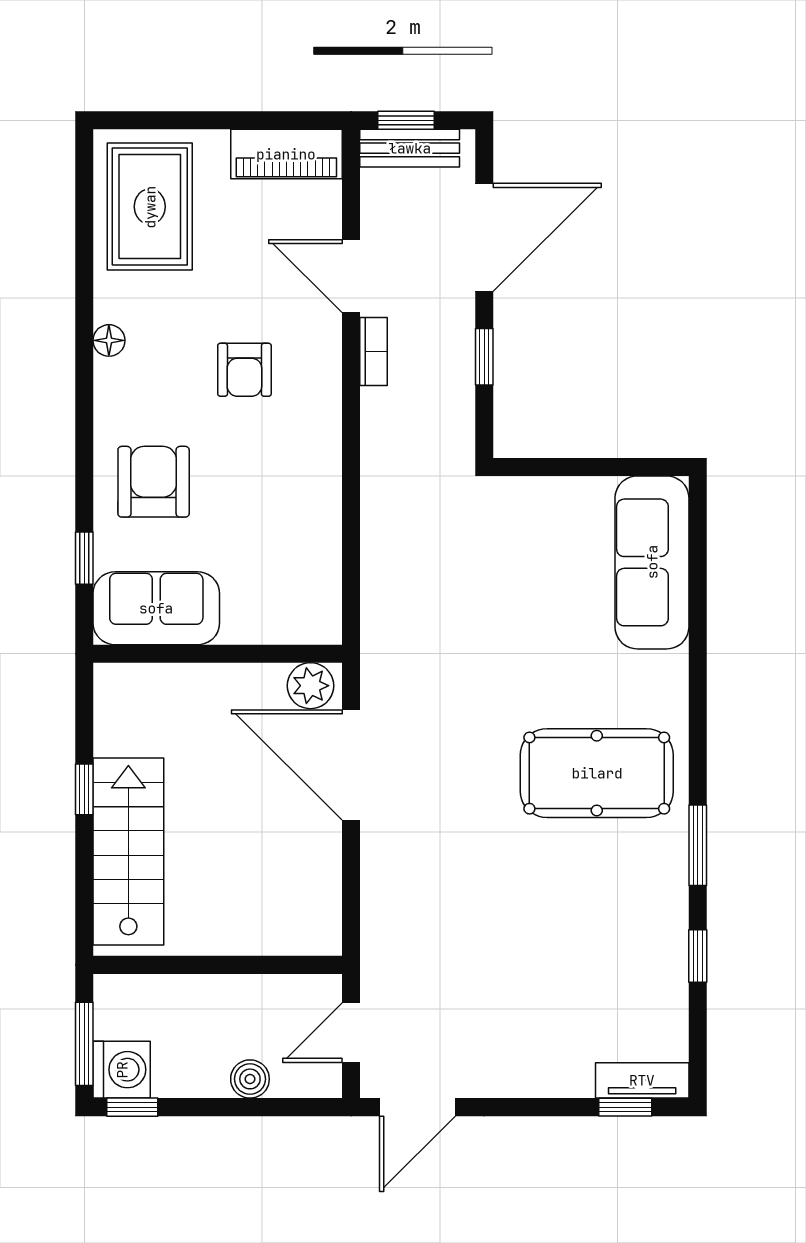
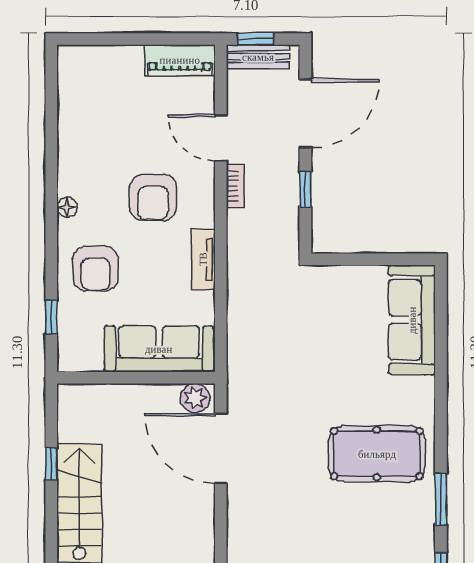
rug: (150, 207) -> (93, 94), removed
floor lamp: (109, 340) -> (67, 207), moved
armchair: (244, 370) -> (153, 197), width x1.38, depth x1.38
tv unit: (324, 467) -> (203, 259), added
armchair: (154, 482) -> (95, 269), turned 180
sofa: (156, 608) -> (159, 349), moved, width x1.36

